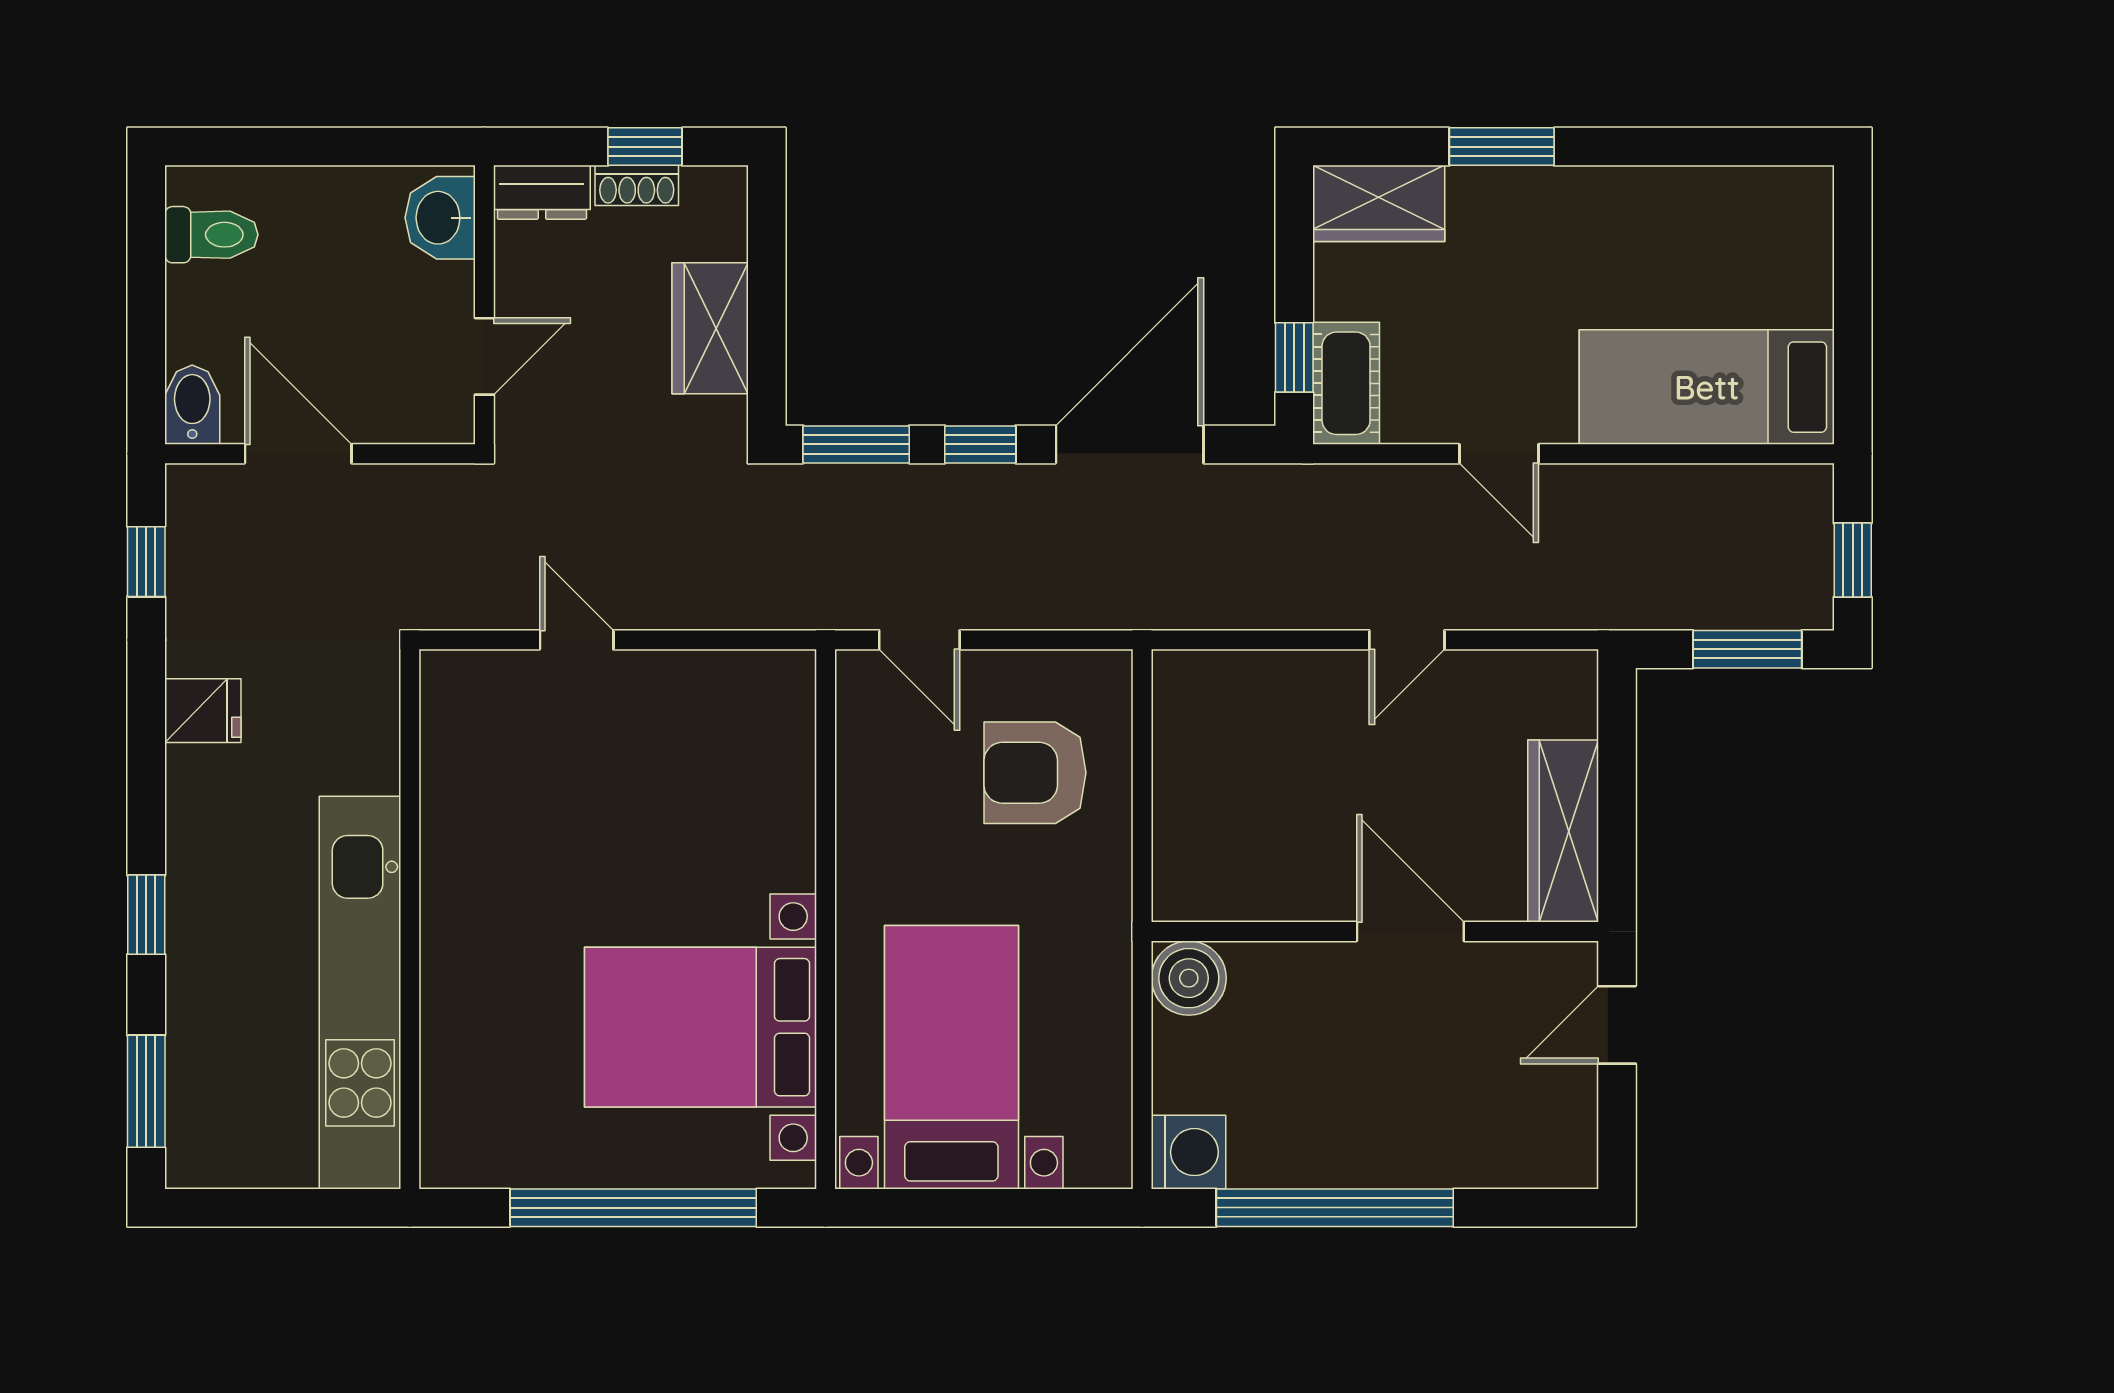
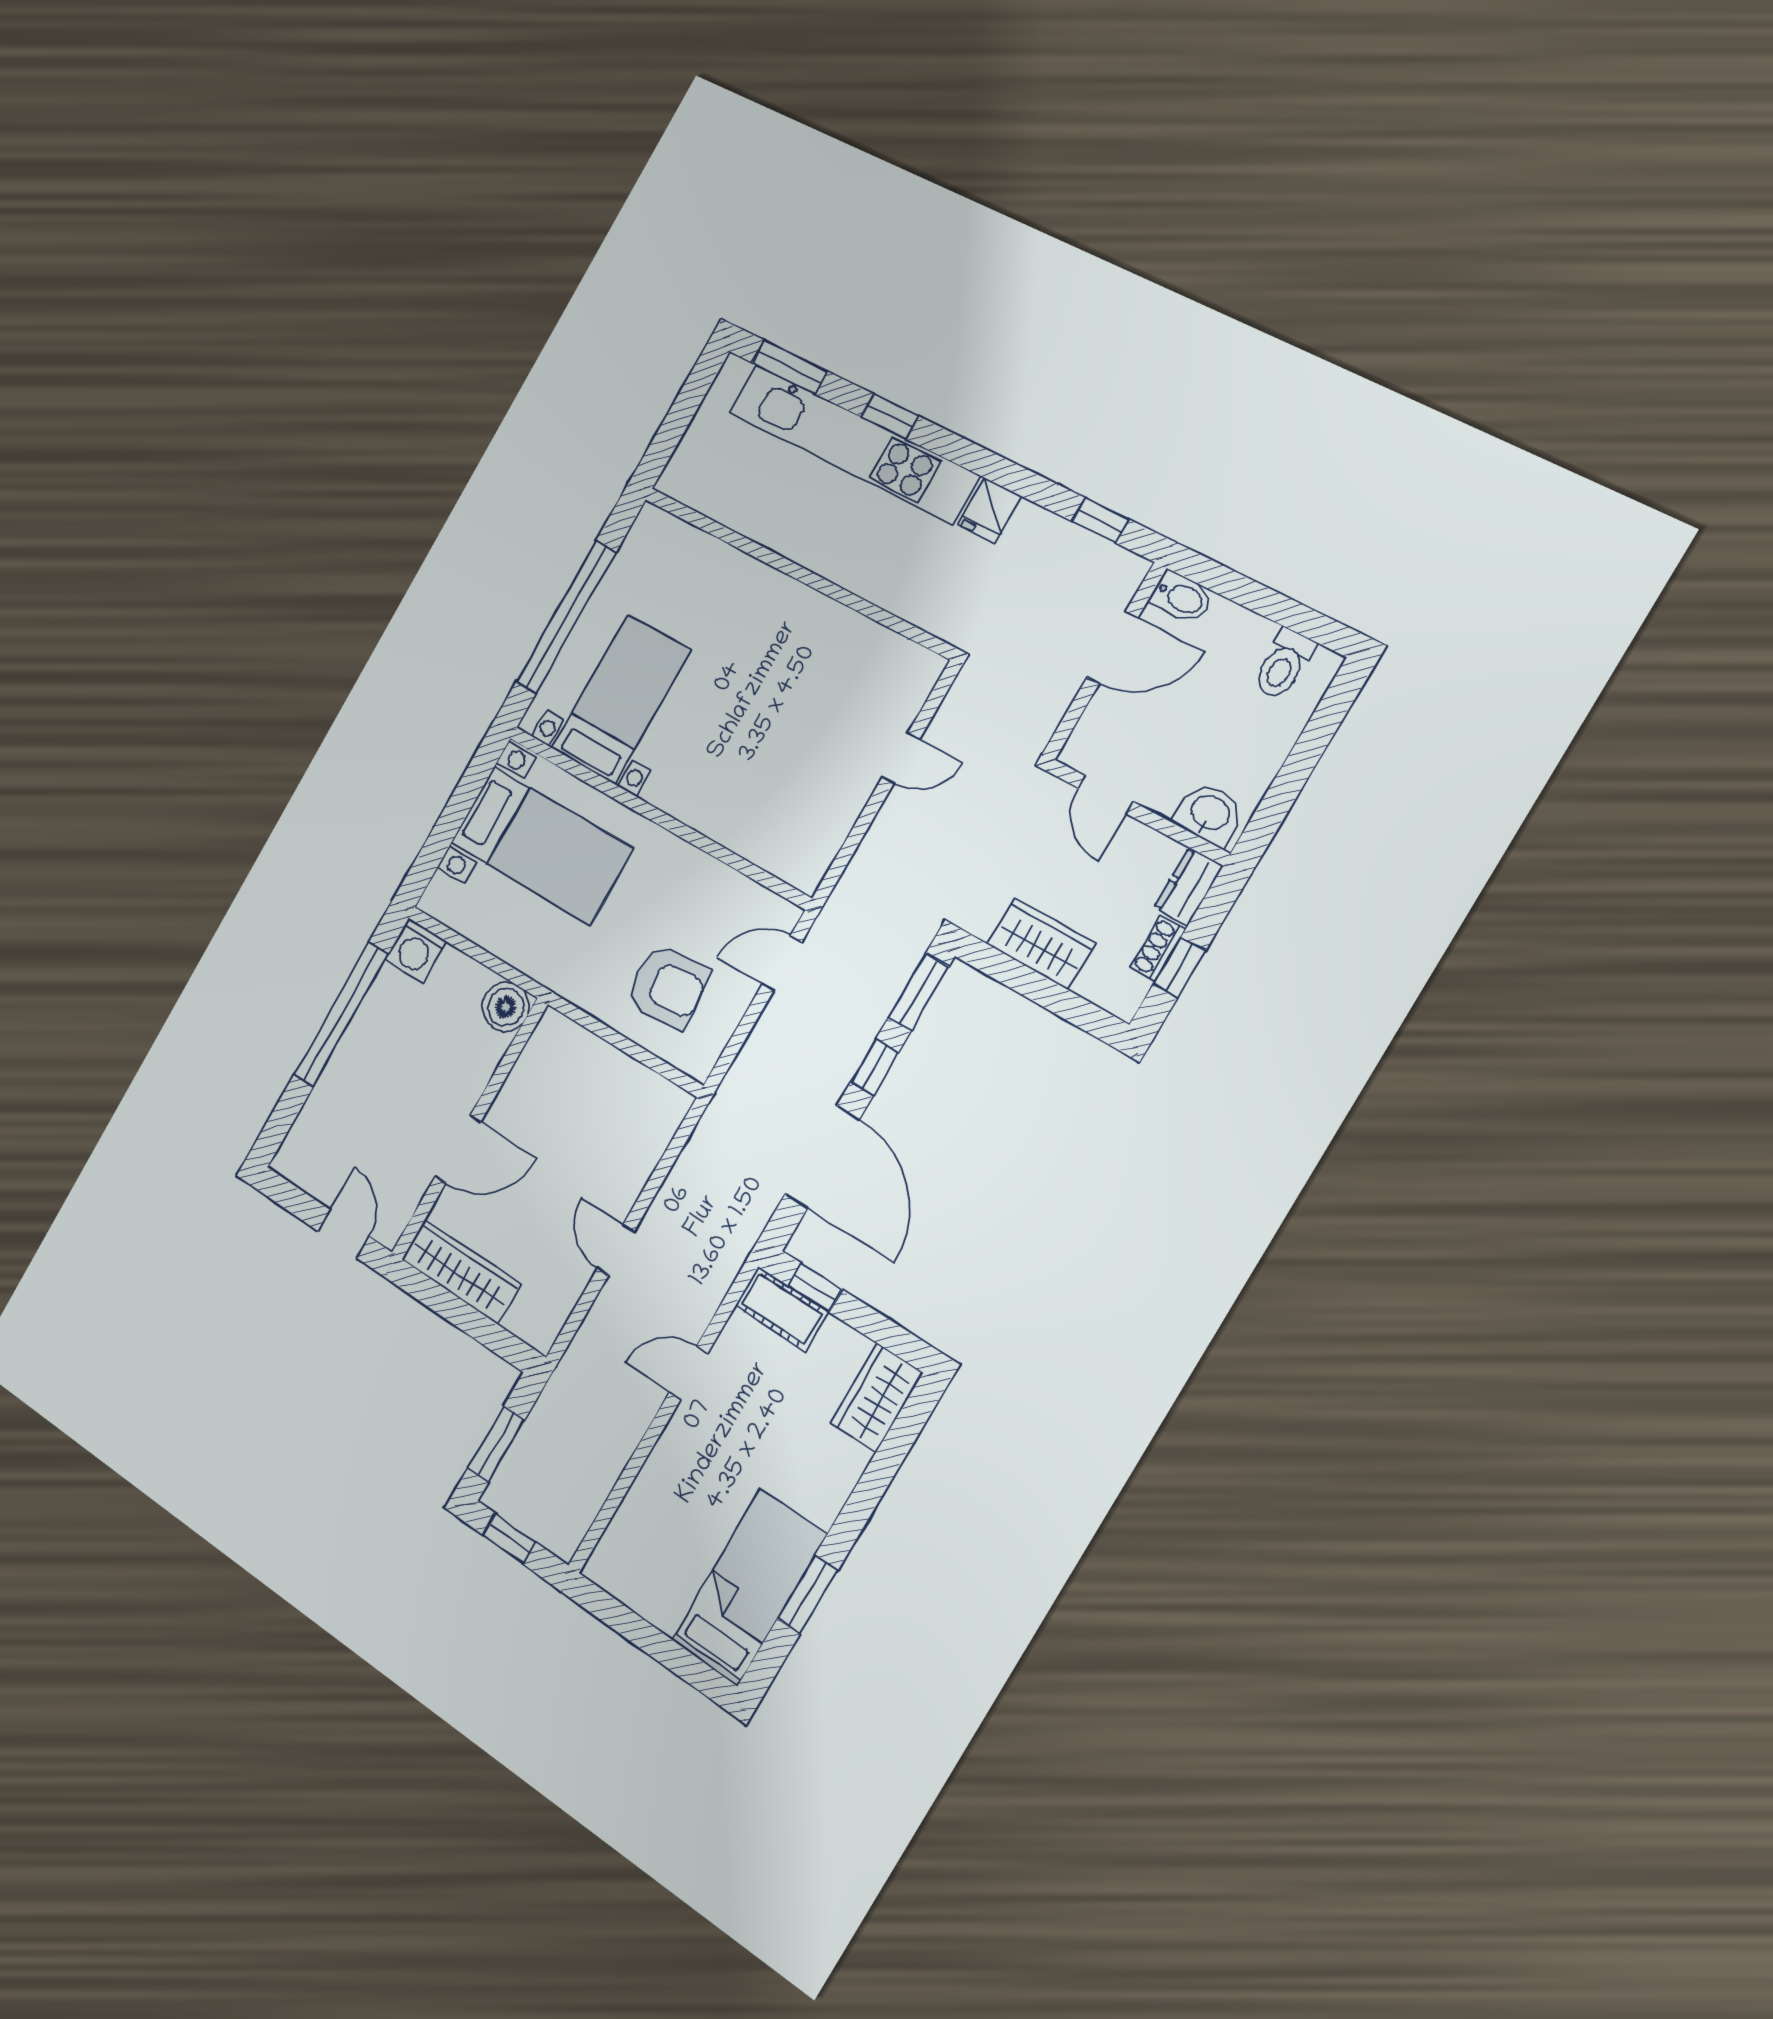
window: (1502, 147) -> (808, 1595), moved
bed: (1707, 387) -> (749, 1587), moved
armchair: (1035, 773) -> (668, 986), turned 85
kitchen unit: (360, 993) -> (853, 443), moved, turned 180
bed with nightstands: (700, 1027) -> (621, 699), width x0.73

